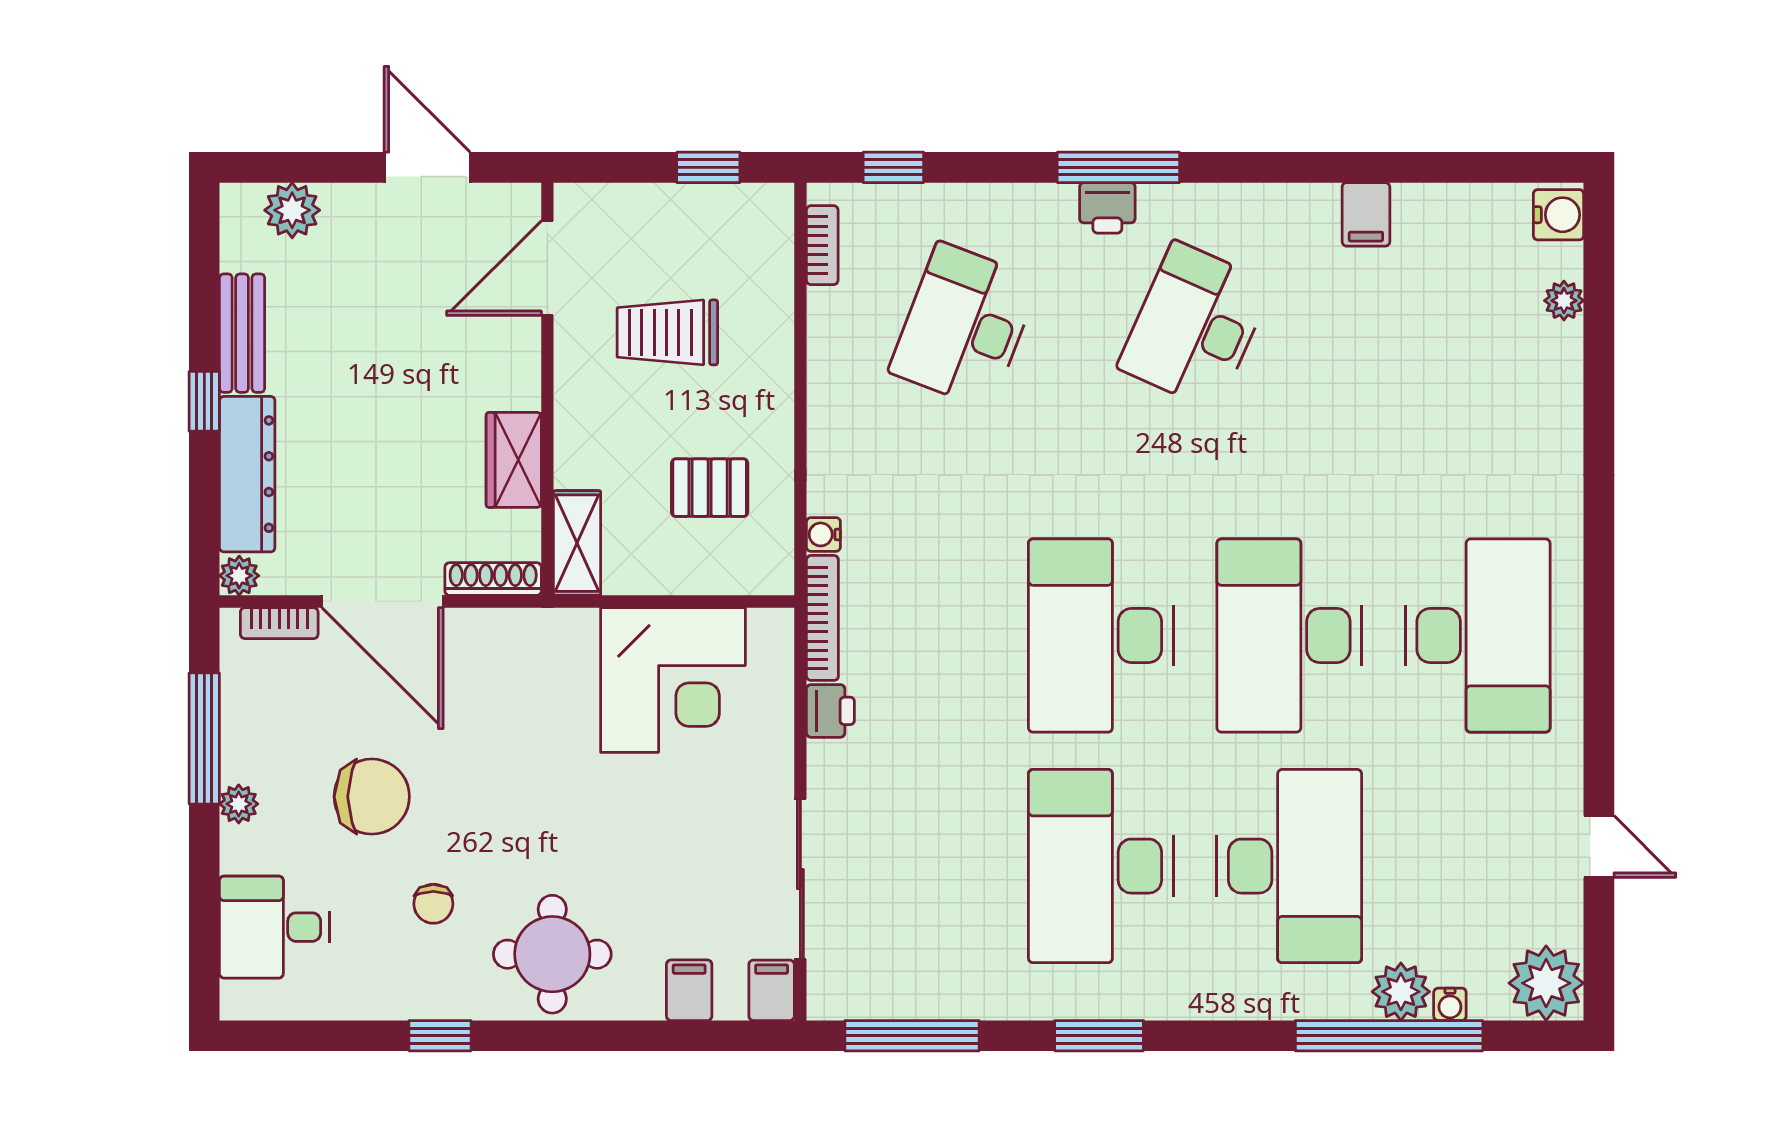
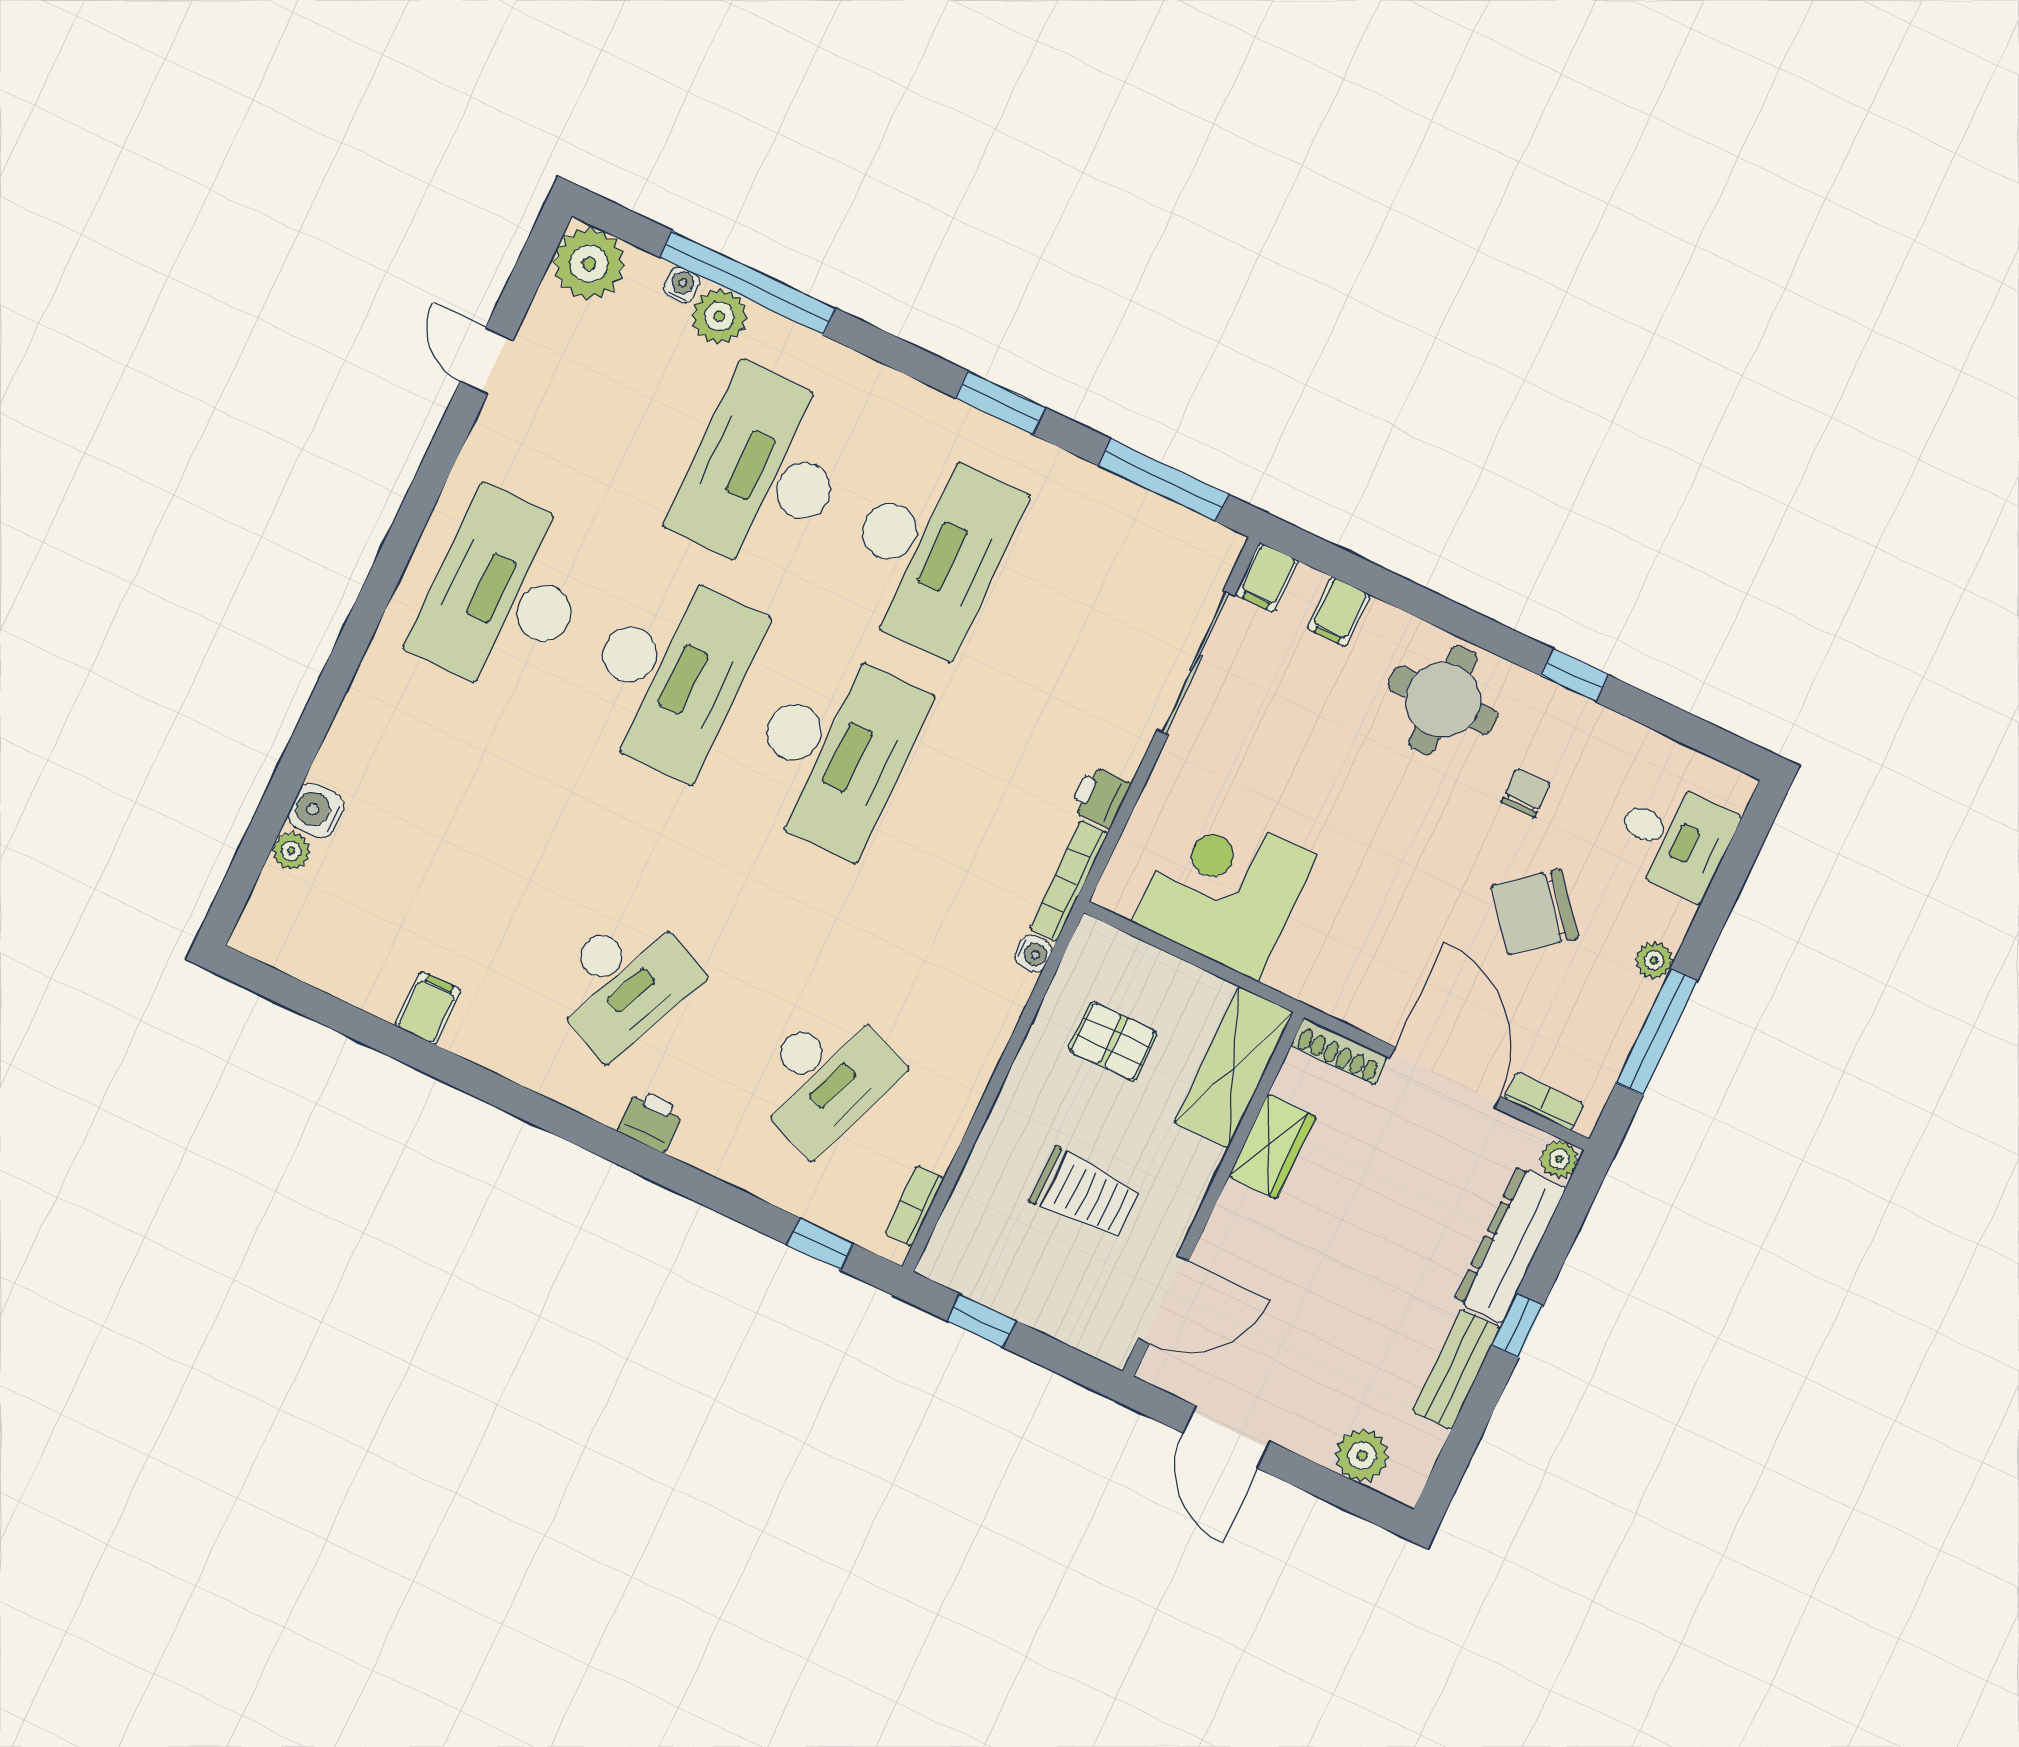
window: (1118, 167) -> (624, 1151), removed
water cooler: (1558, 215) -> (316, 811), moved
shelving: (577, 543) -> (1234, 1067), width x1.50, depth x1.33
chair: (372, 797) -> (1535, 912), turned -39

